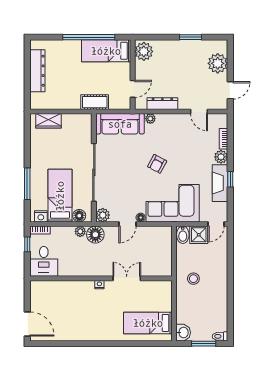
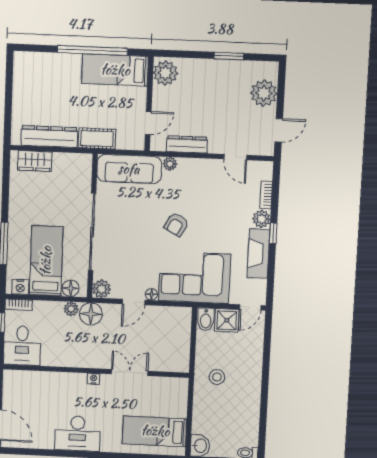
dresser: (37, 71) -> (49, 136), moved, turned -90
window: (230, 179) -> (273, 233), moved
desk: (89, 328) -> (77, 433), added

